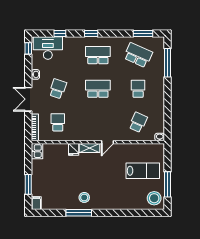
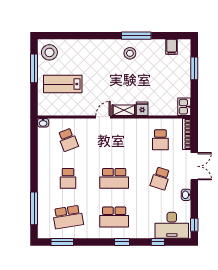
school desk: (138, 55) -> (68, 217), turned -33
school desk: (138, 122) -> (68, 140), turned -45
filing cabinet: (36, 203) -> (172, 47), moved

